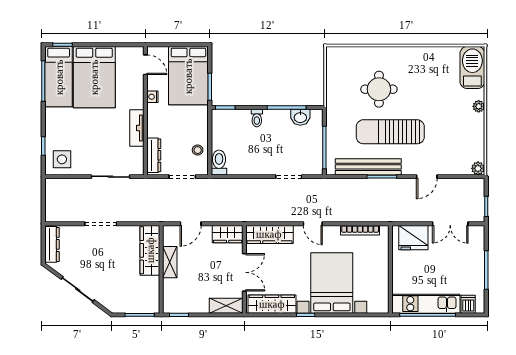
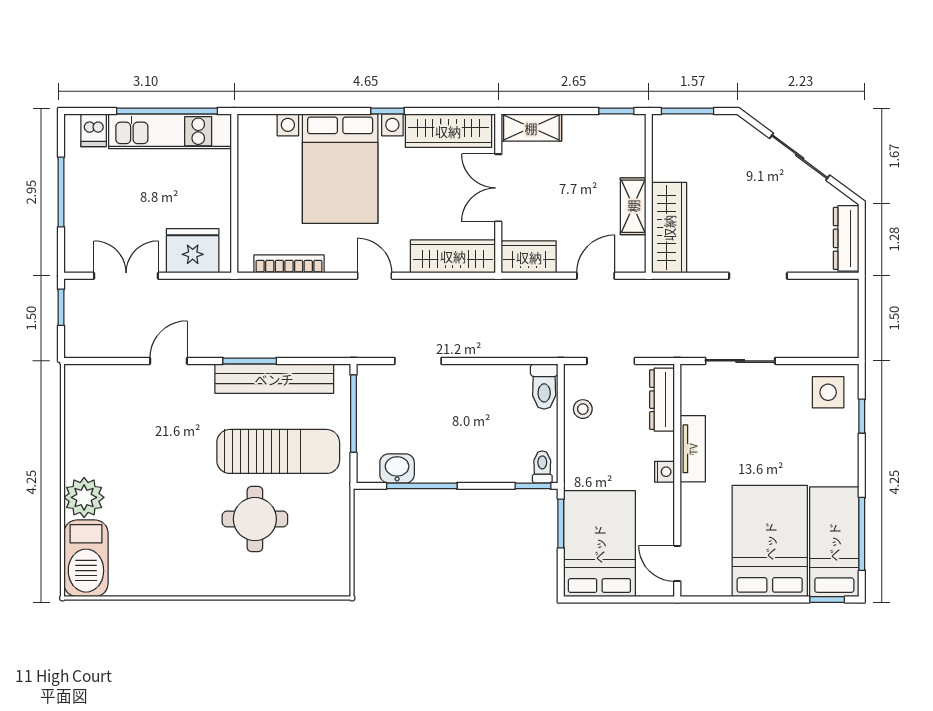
nightstand: (152, 97) -> (664, 472), moved
plant: (479, 106) -> (84, 497), width x1.87, depth x1.87
toilet: (257, 118) -> (542, 467), moved
sun lounger: (390, 132) -> (278, 451), moved
plant: (478, 168) -> (76, 376), removed

